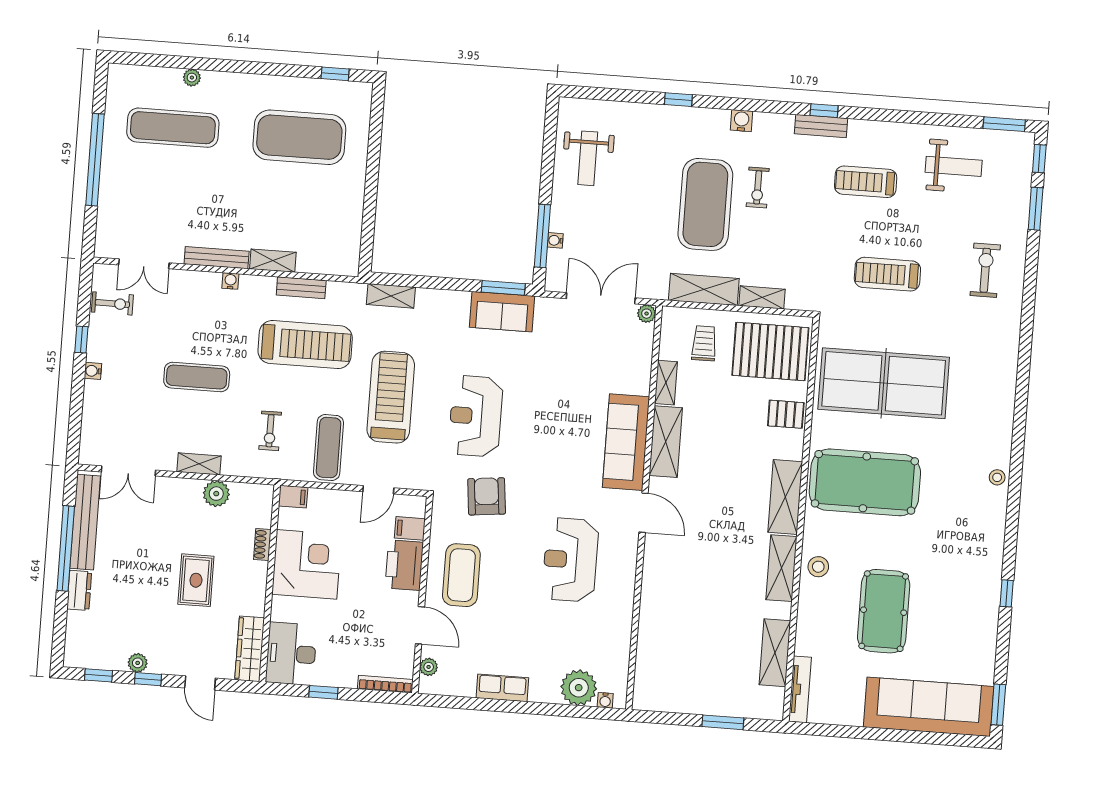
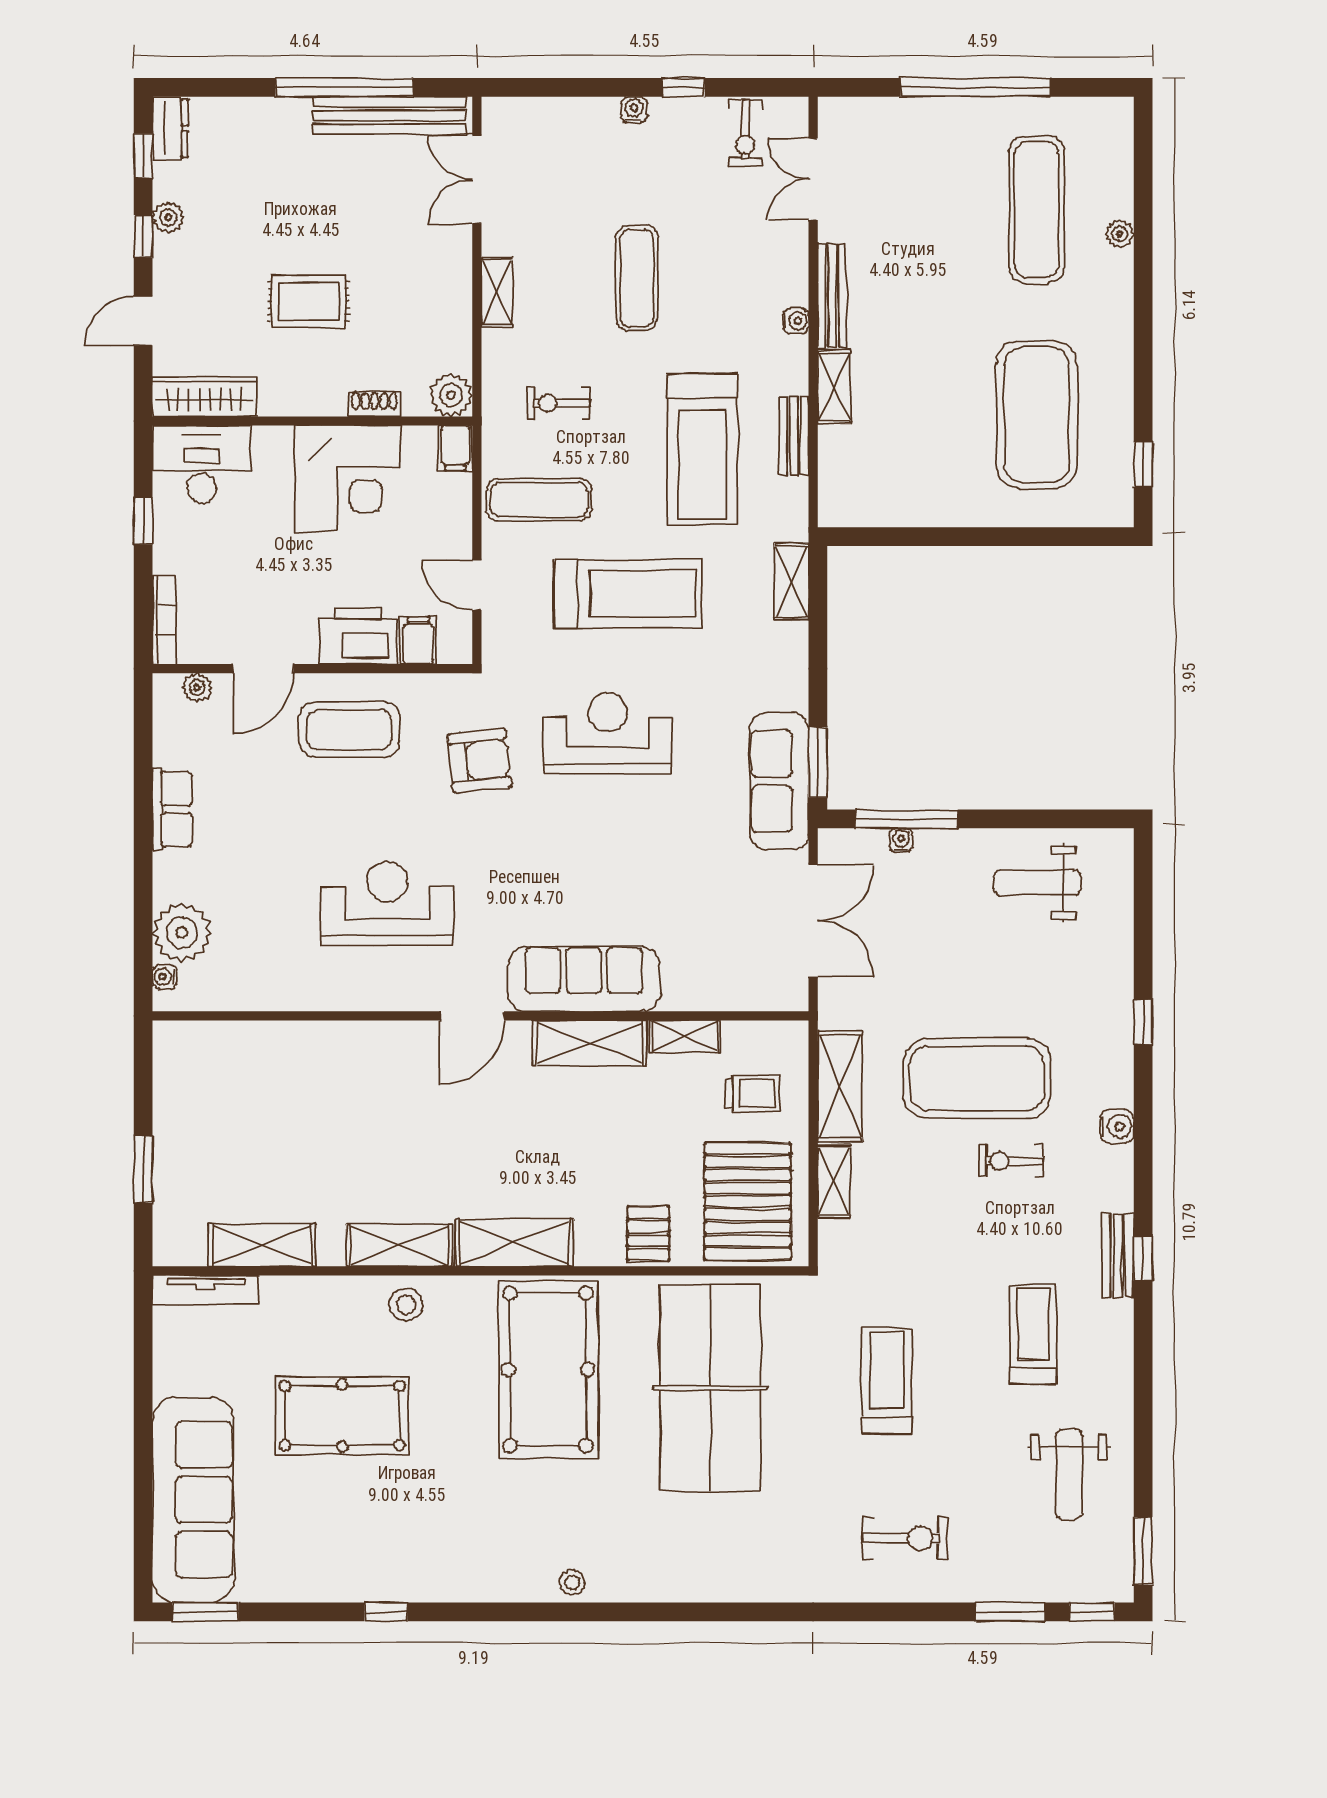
sofa: (502, 312) -> (779, 781), width x1.36
plant: (647, 314) -> (794, 997), removed
plant: (216, 494) -> (451, 395), moved
dresser: (79, 590) -> (170, 128), moved, turned -90

